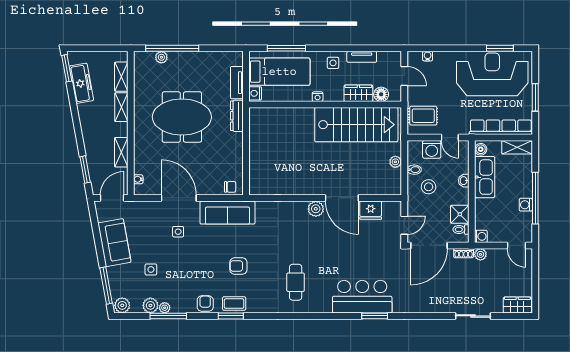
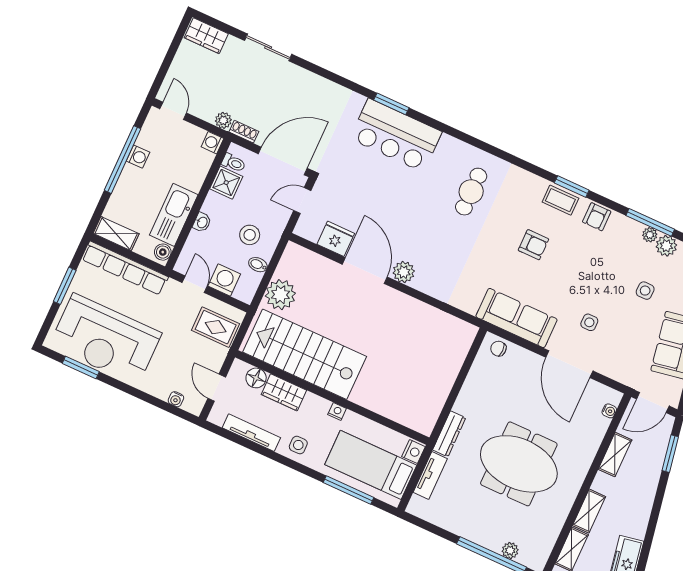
tv unit: (362, 57) -> (251, 433), width x1.41
plant: (395, 162) -> (280, 295), width x1.87, depth x1.87

